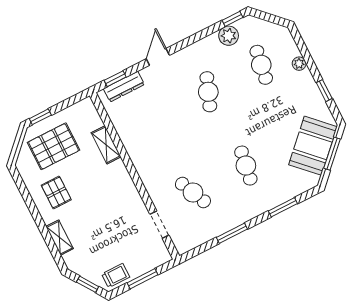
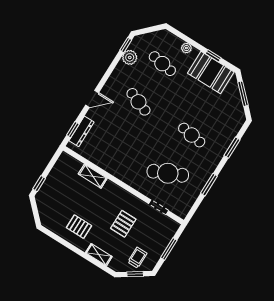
door: (158, 57) -> (92, 99), swing flipped
pallet: (54, 146) -> (123, 224), moved, width x0.67, depth x0.71
booth: (313, 146) -> (211, 73), moved, turned -45
cafe table: (193, 192) -> (168, 173), width x1.37, depth x1.35
trolley: (116, 276) -> (137, 258), moved

